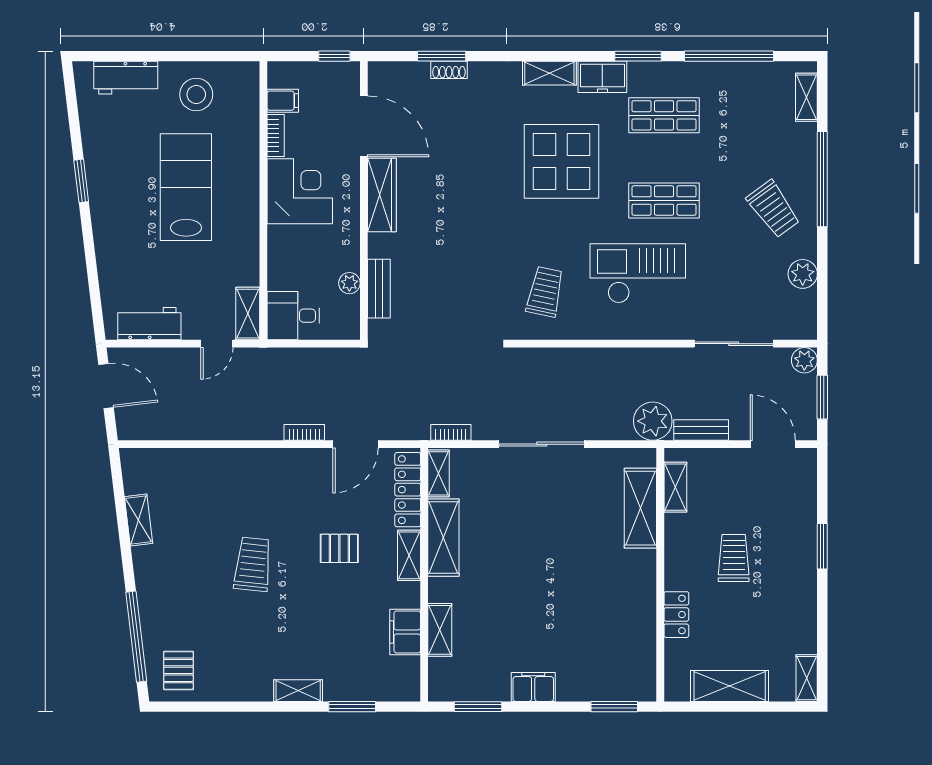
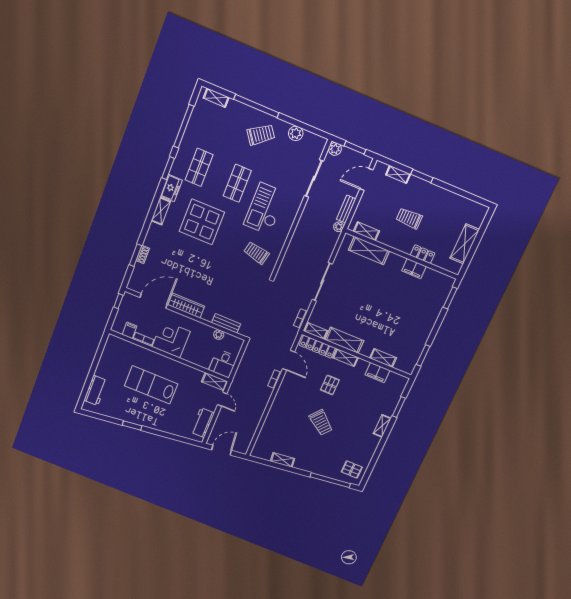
stool: (196, 94) -> (113, 365), removed
plant: (653, 421) -> (339, 227), width x0.53, depth x0.53
trolley: (253, 564) -> (321, 422), turned -147
shelving: (807, 678) -> (398, 174), moved
filing cabinet: (533, 687) -> (414, 269), moved, turned -90

